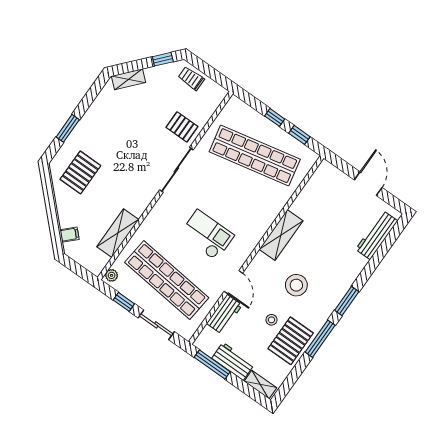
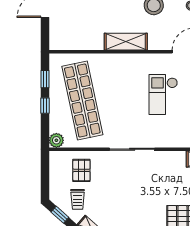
trolley: (191, 78) -> (78, 199), moved
plant: (235, 105) -> (56, 140), added
pallet: (182, 127) -> (81, 170), moved

